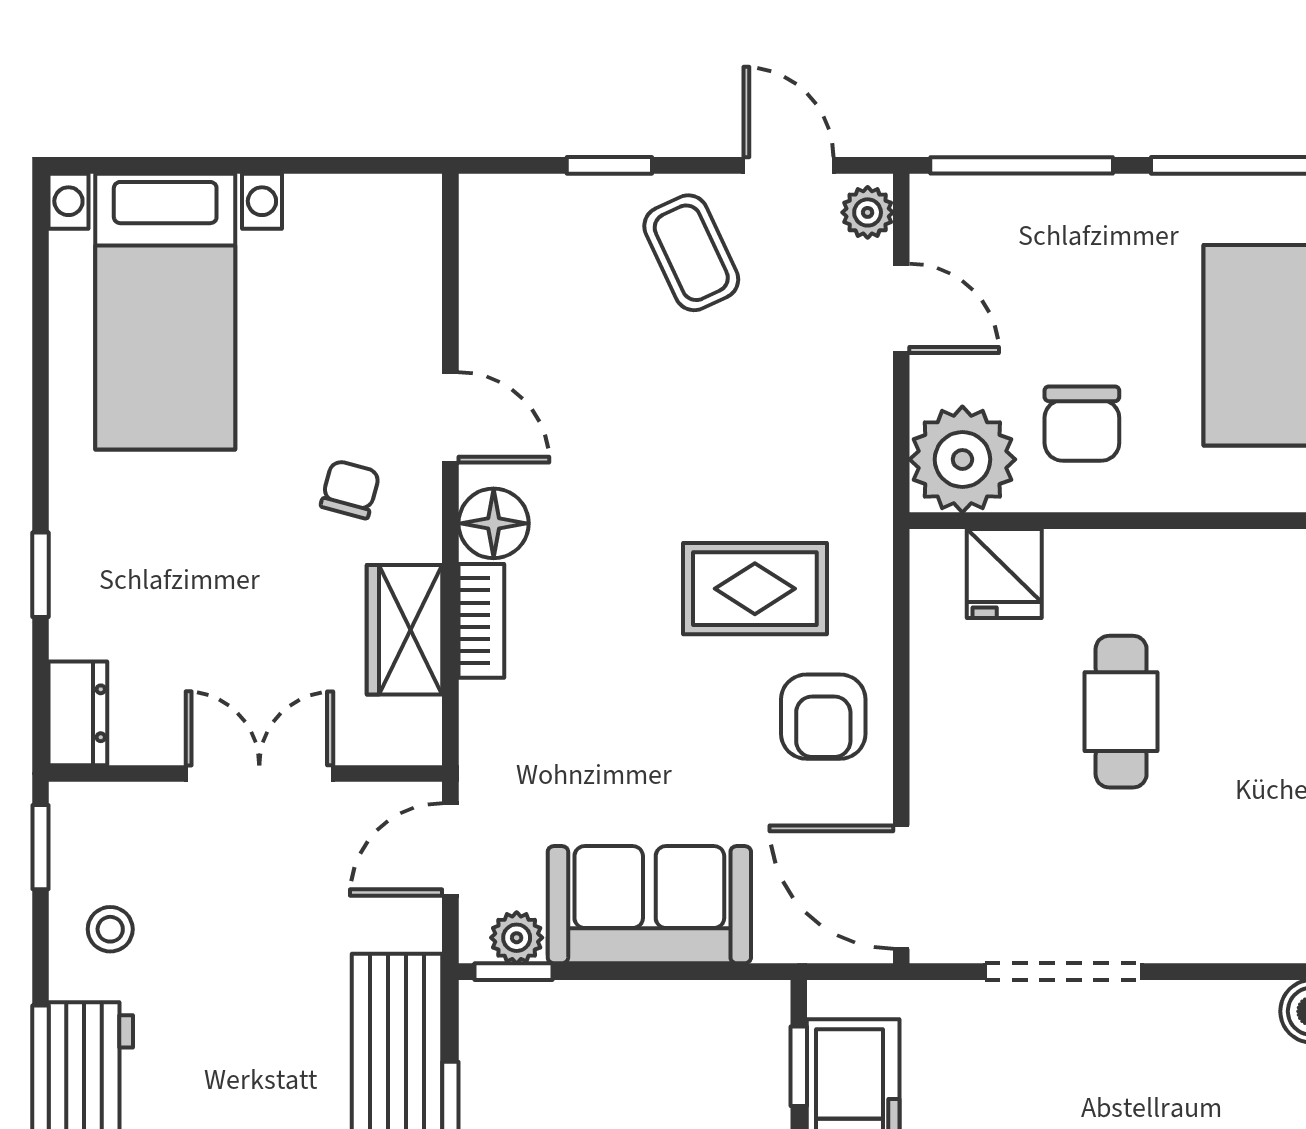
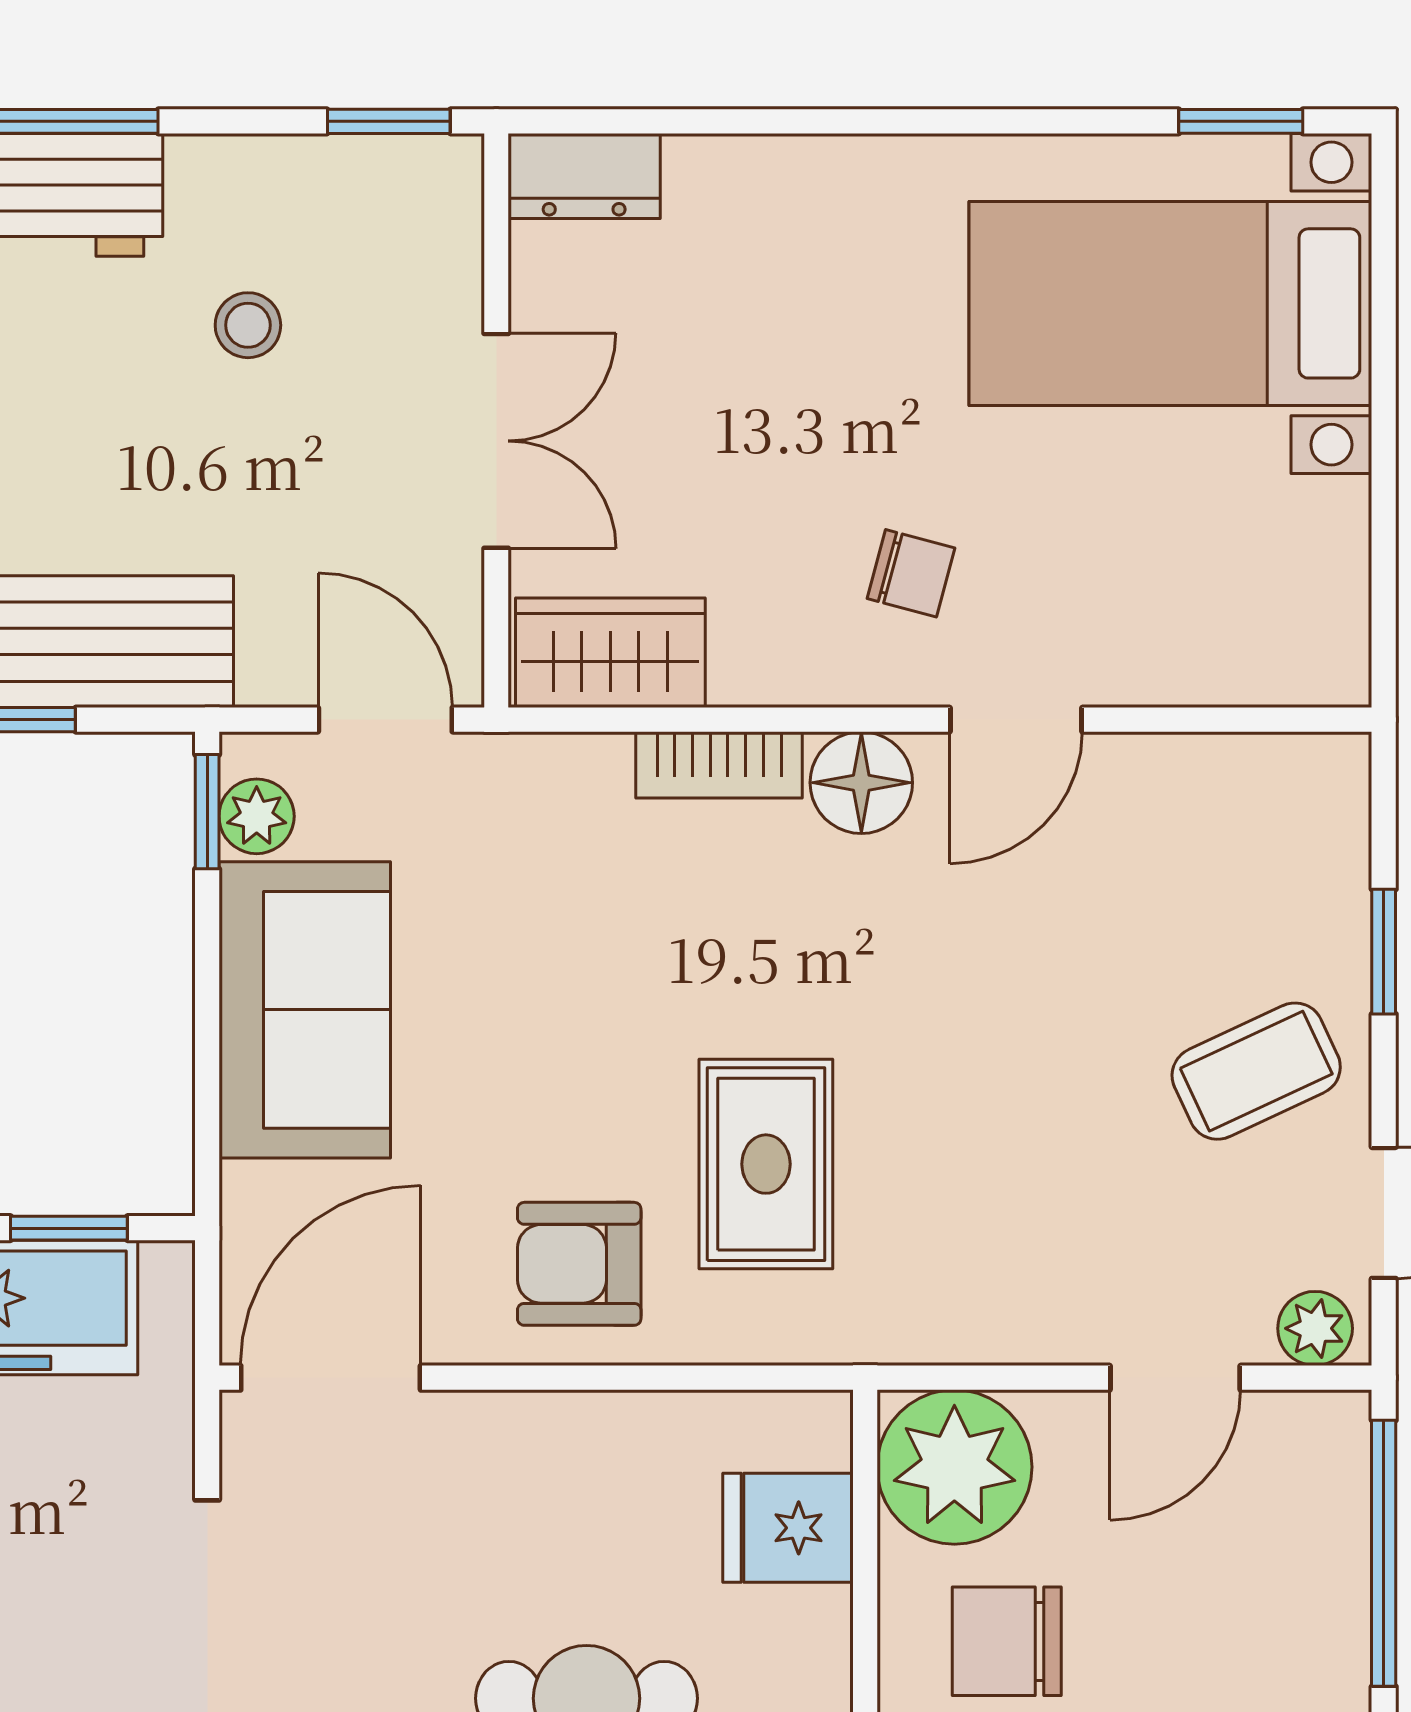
window: (40, 575) -> (1241, 121), moved
wardrobe: (405, 630) -> (610, 653), moved
stool: (110, 929) -> (248, 325), moved

